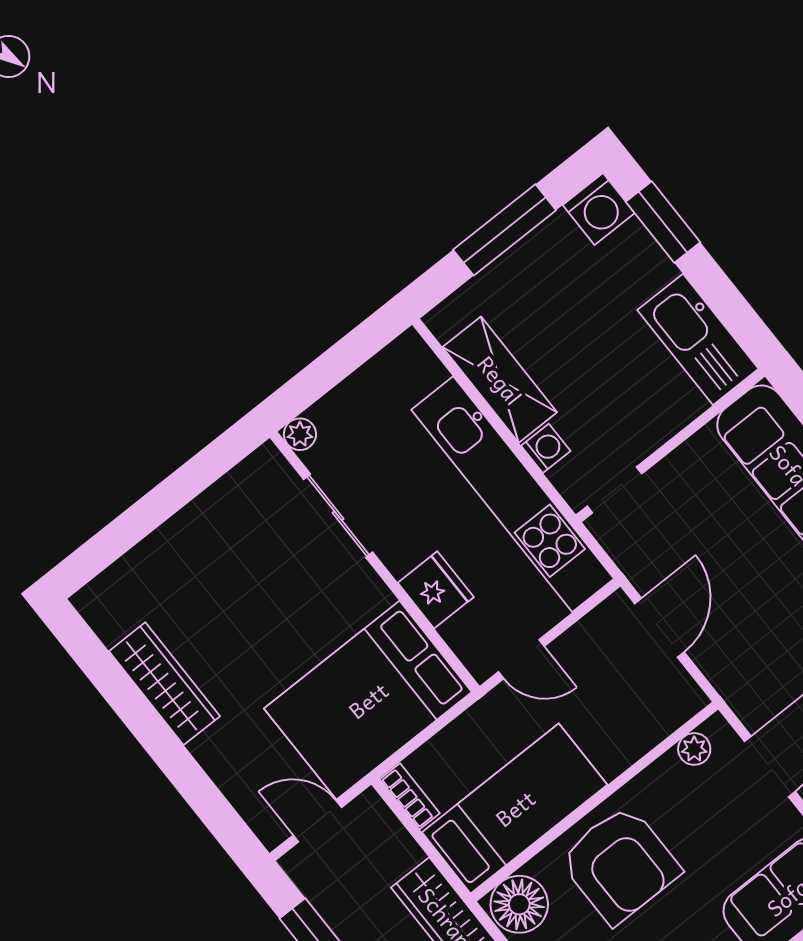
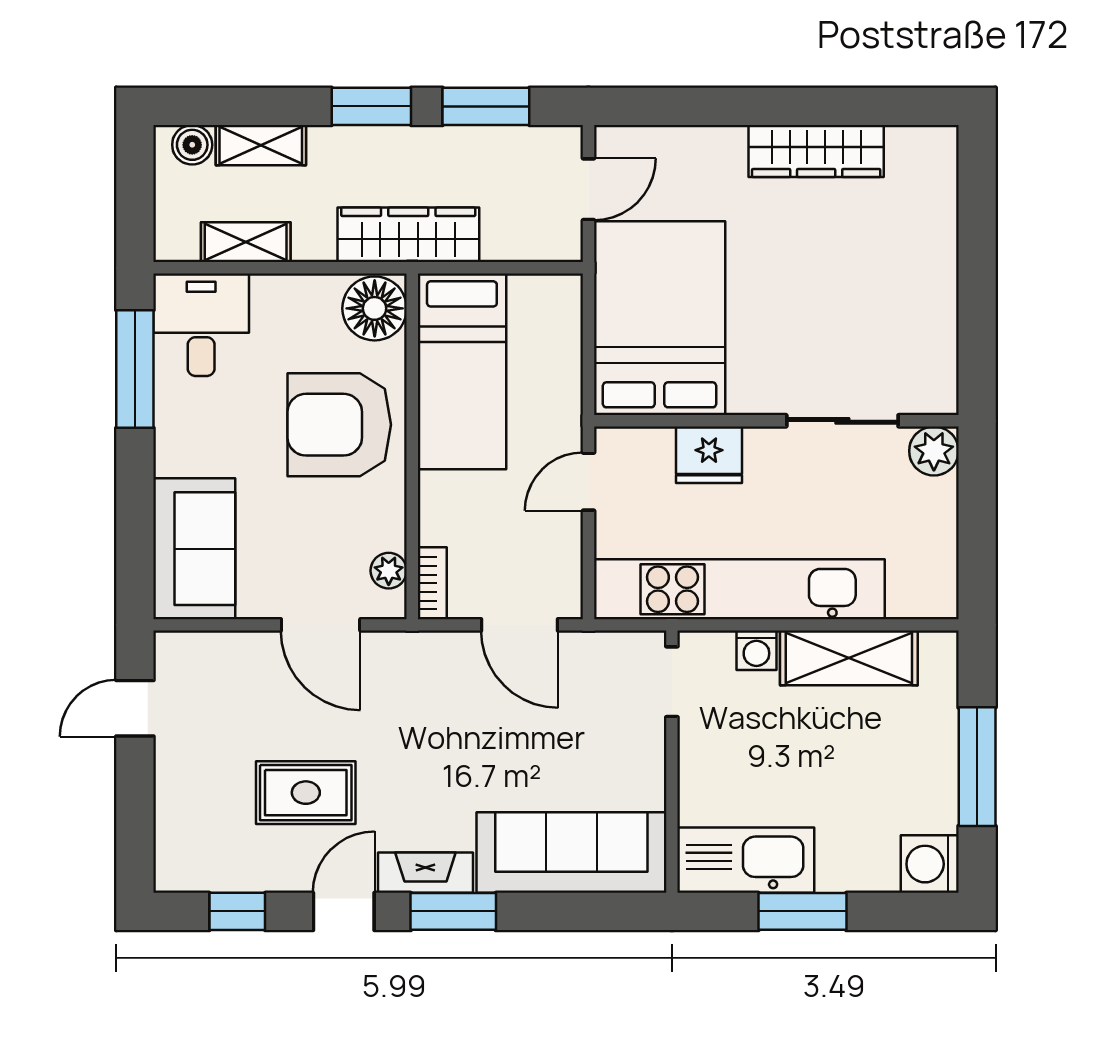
window: (663, 222) -> (802, 911), moved
plant: (300, 434) -> (934, 451), width x1.38, depth x1.38
bookcase: (410, 796) -> (432, 583), moved, turned -90

